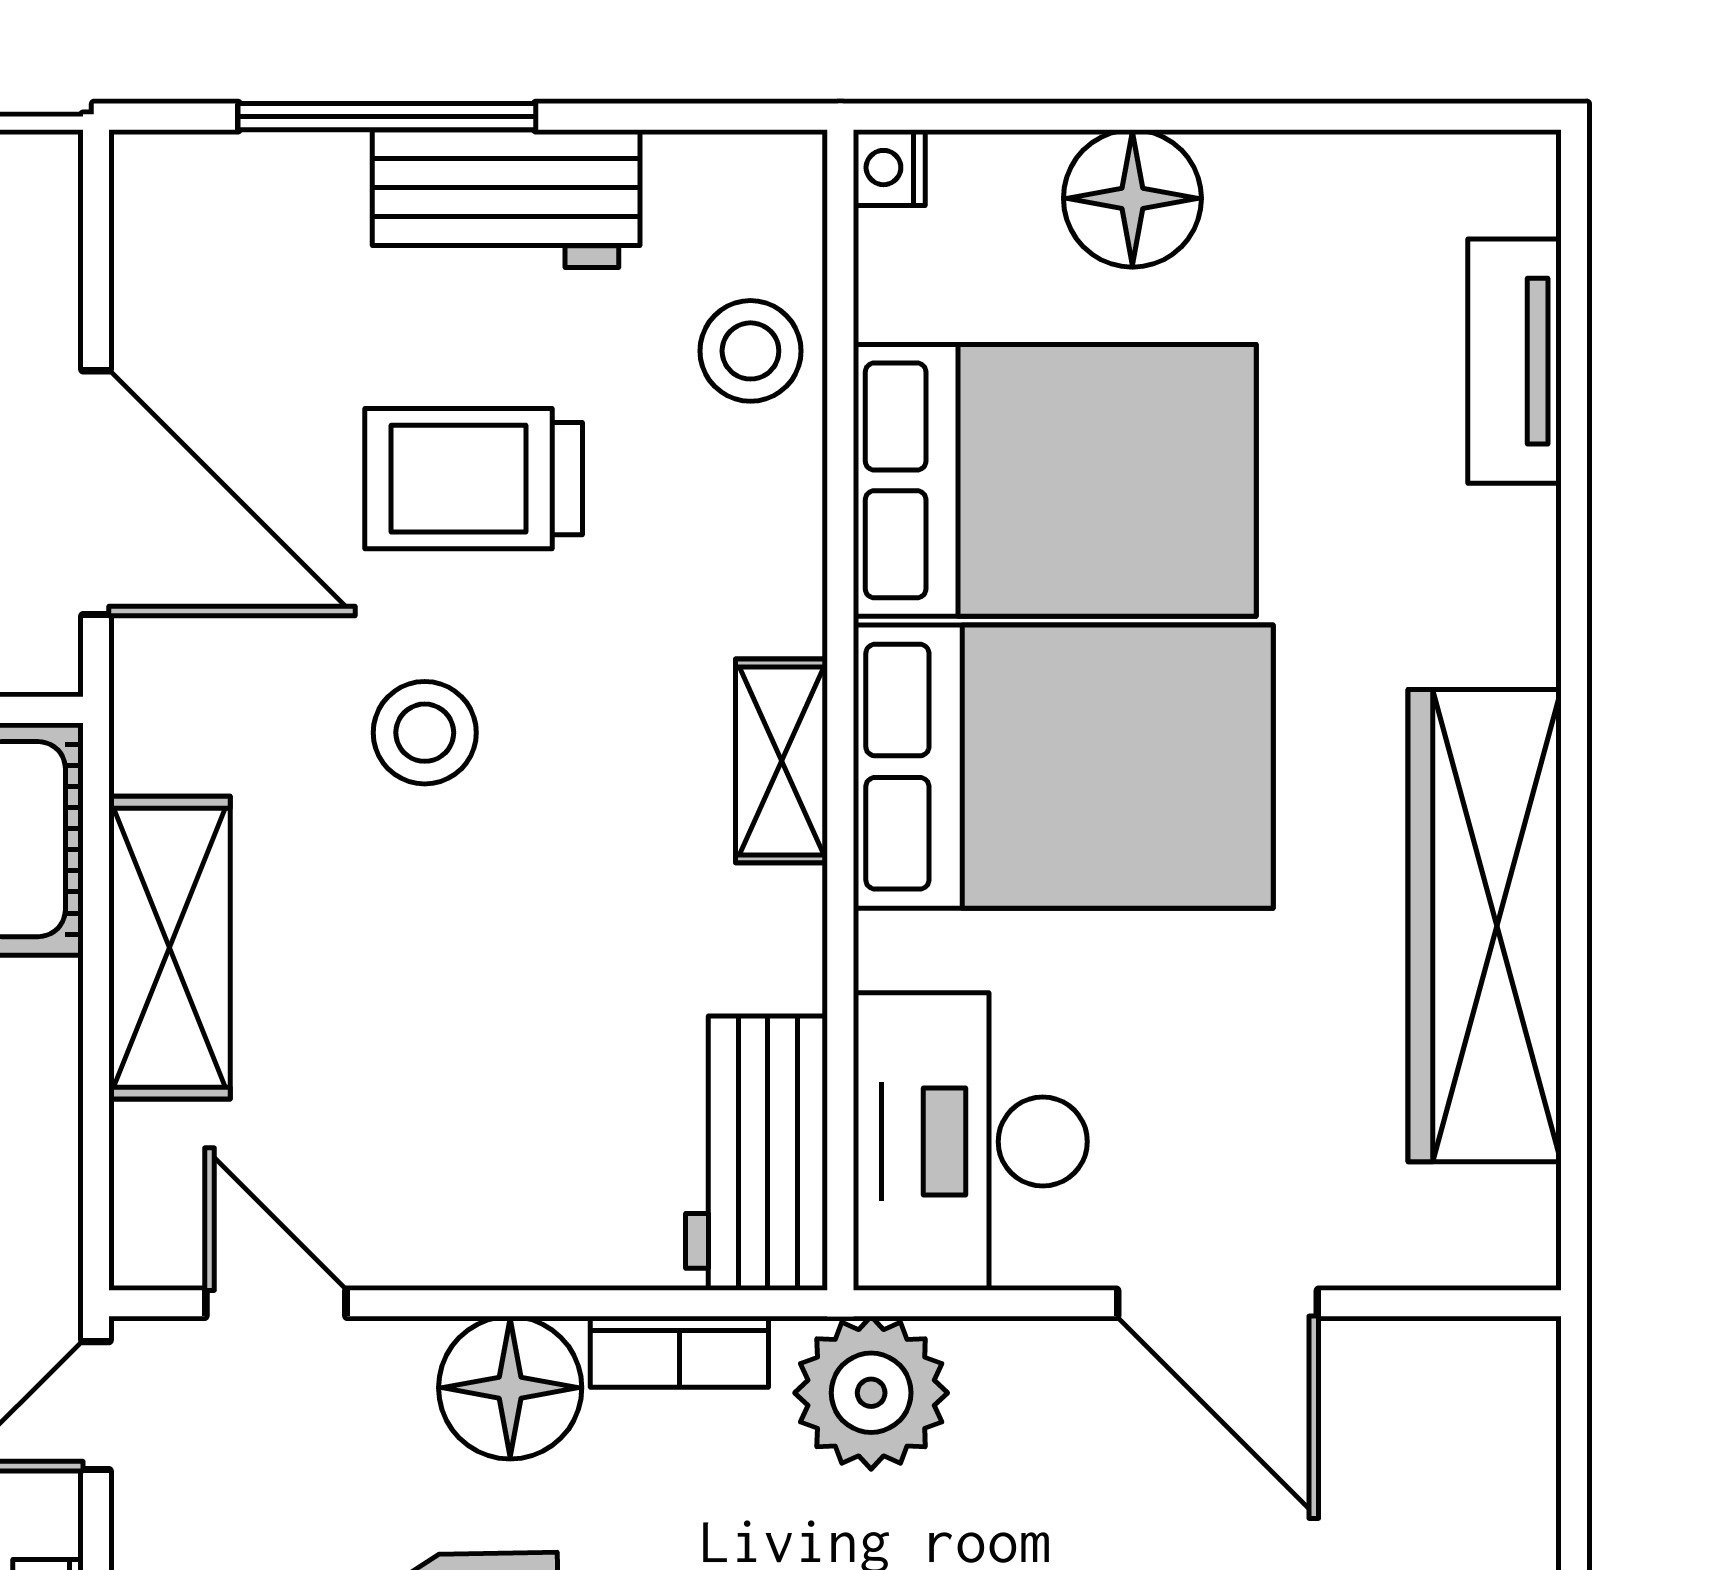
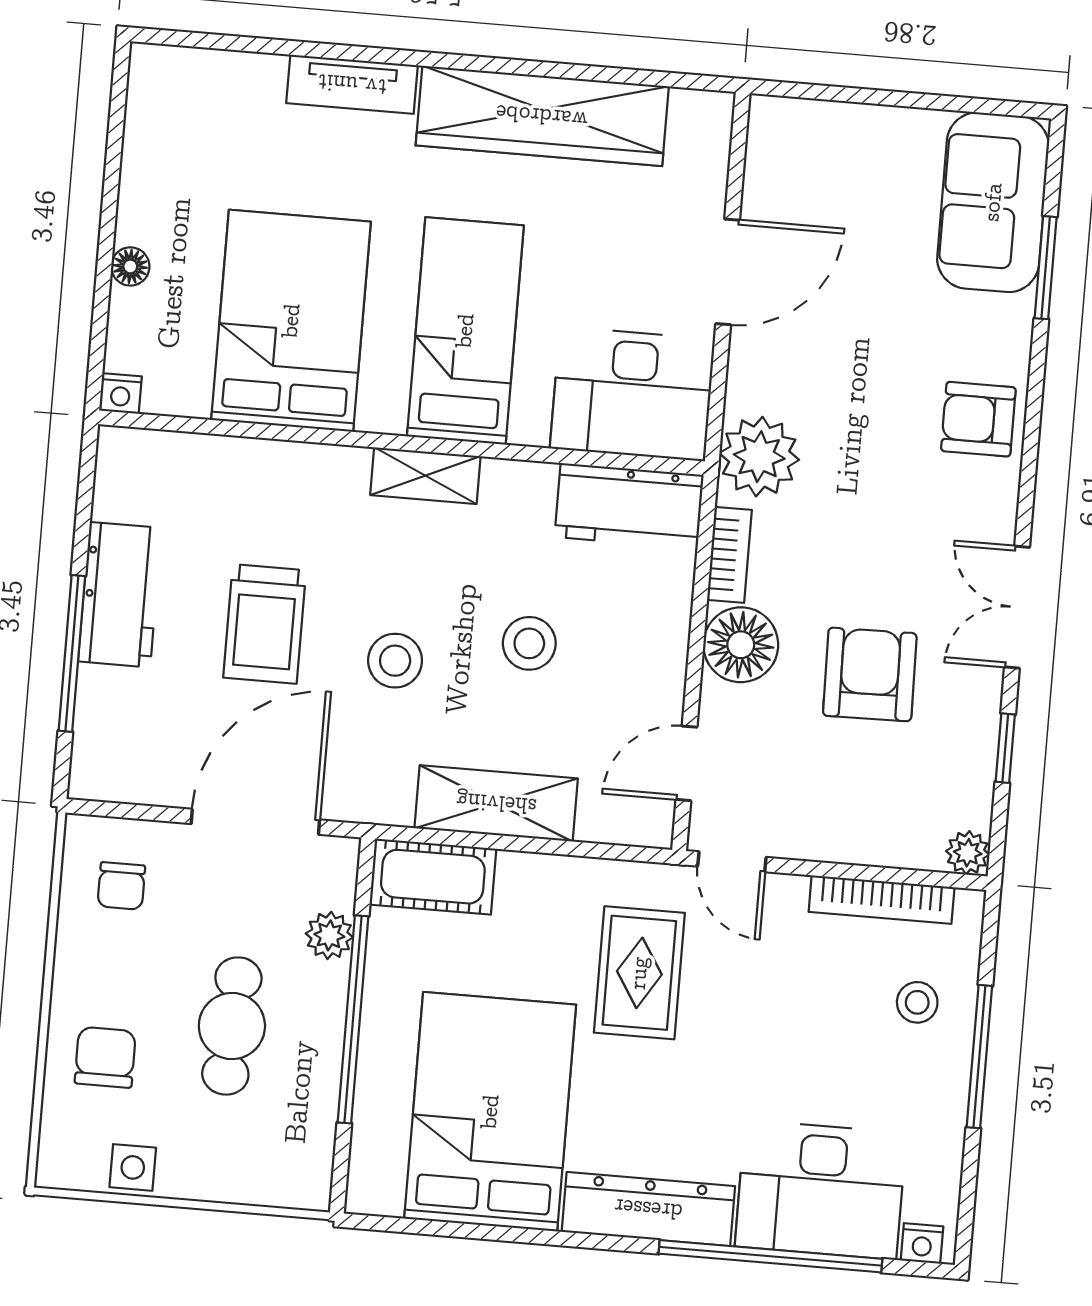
floor lamp: (1132, 198) -> (130, 266), width x0.53, depth x0.53
stool: (750, 351) -> (529, 643), moved
tv unit: (1514, 361) -> (352, 84), moved
bed: (1063, 767) -> (465, 331), width x0.67

